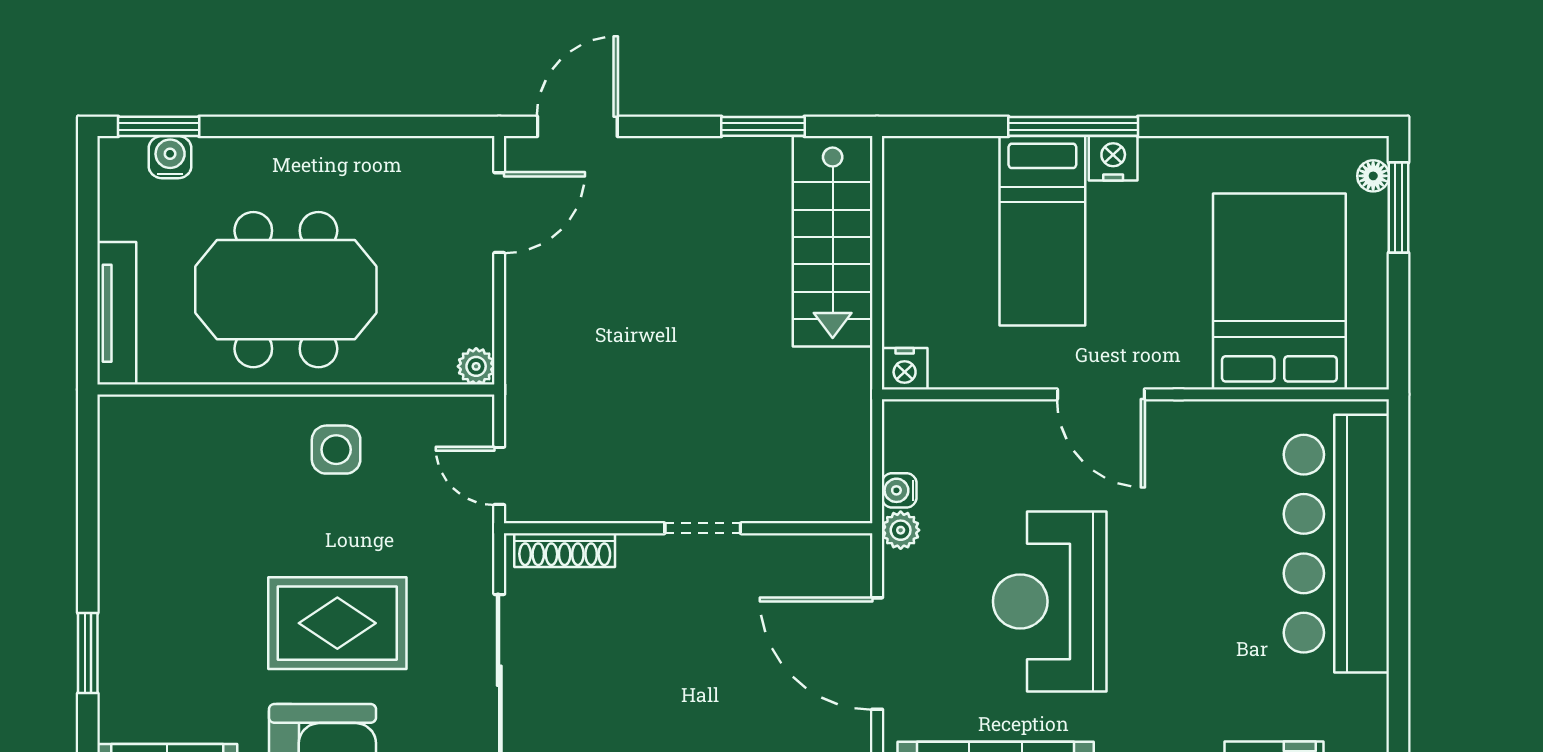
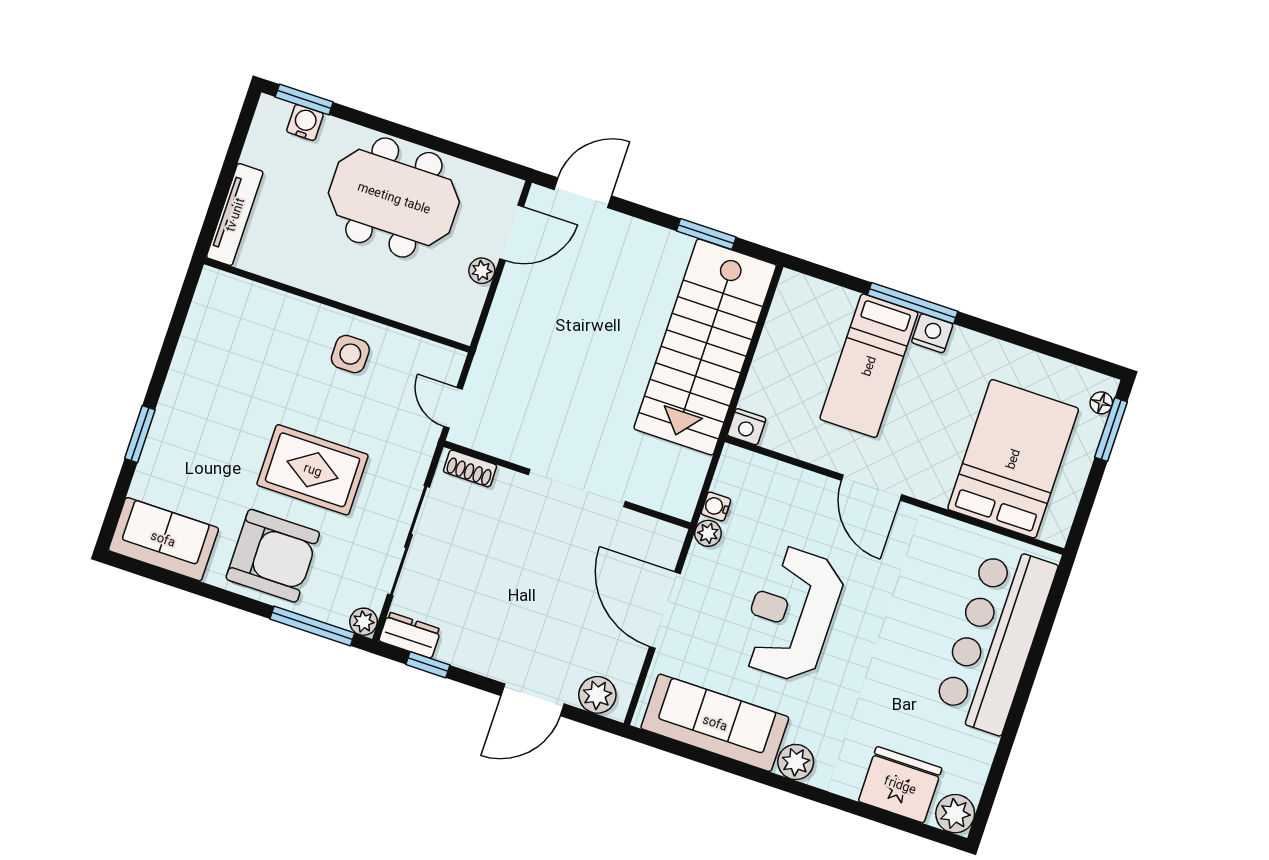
stairs: (833, 241) -> (705, 347), width x1.36, depth x1.51
meeting table: (286, 290) -> (394, 198), moved
plant: (476, 366) -> (482, 271), moved
doorway: (703, 528) -> (577, 488), width x1.88
shoe rack: (565, 550) -> (470, 468), width x0.70

